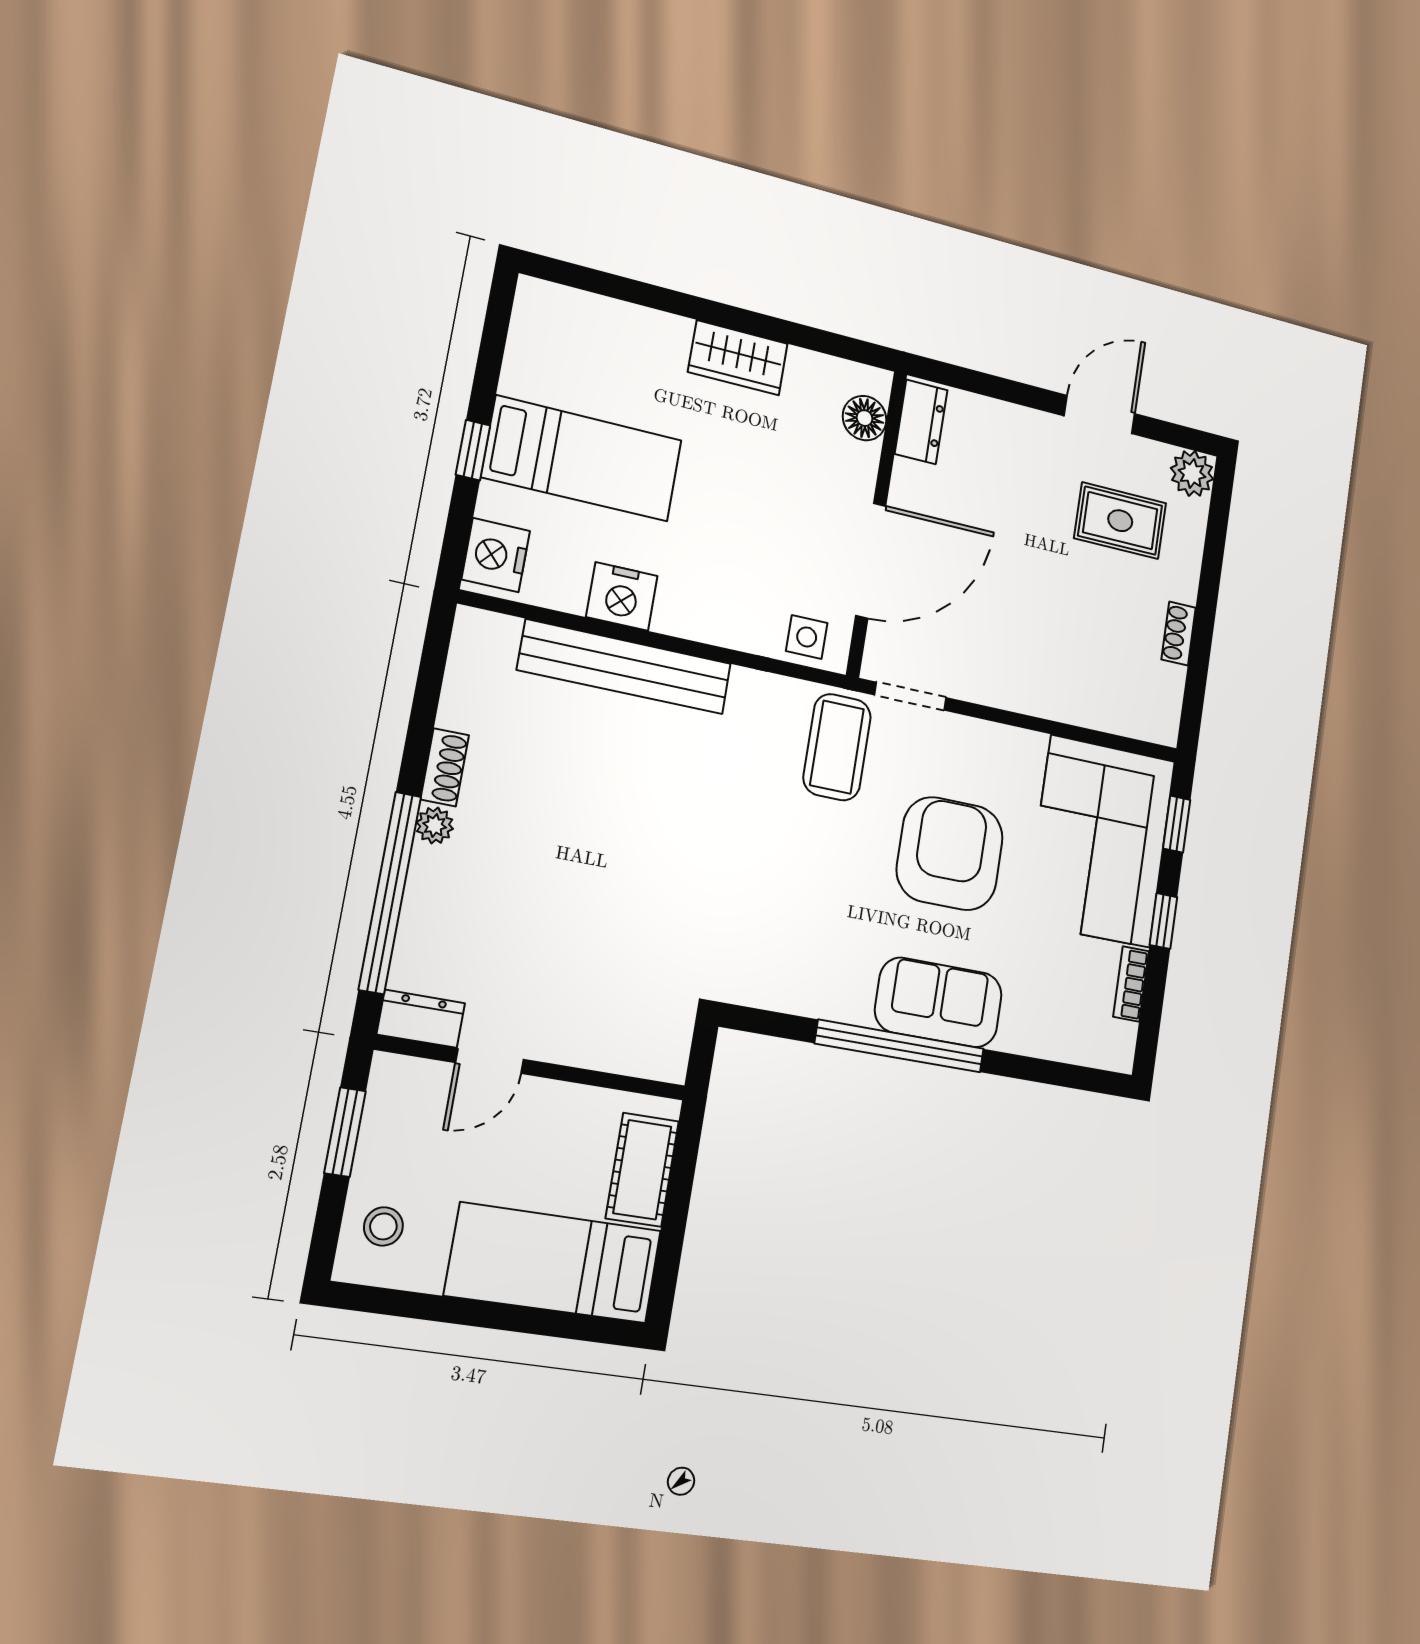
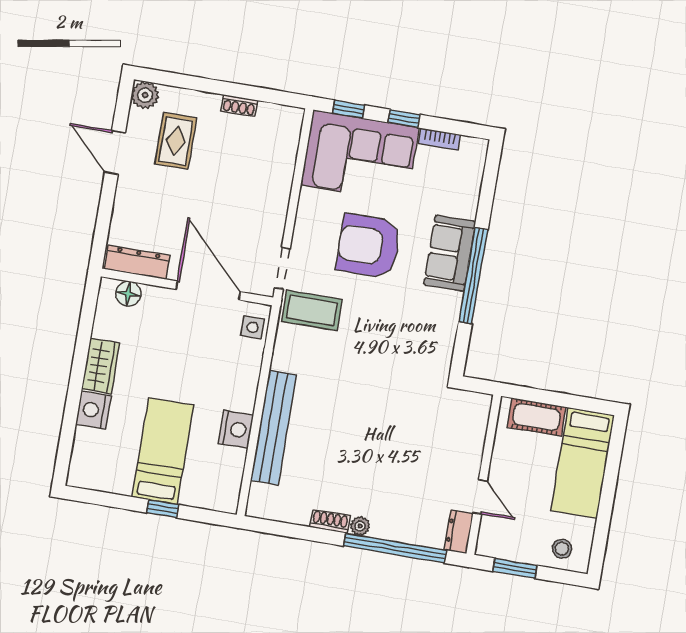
dresser: (921, 422) -> (137, 262), width x1.44
nightstand: (496, 555) -> (93, 410), moved, turned 90

